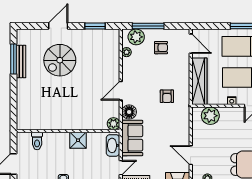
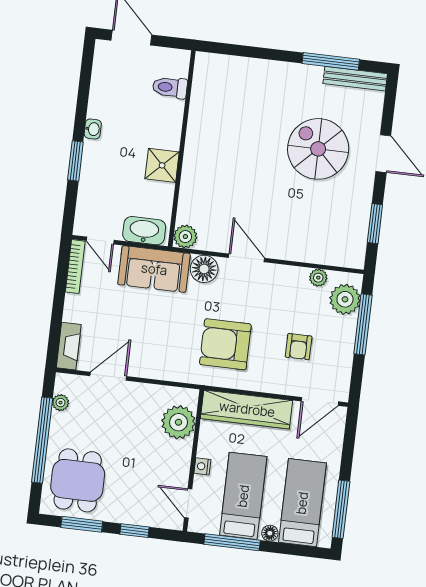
armchair: (161, 48) -> (299, 347), moved
bench: (21, 62) -> (355, 79), moved
armchair: (167, 96) -> (225, 344), width x1.88, depth x1.88

